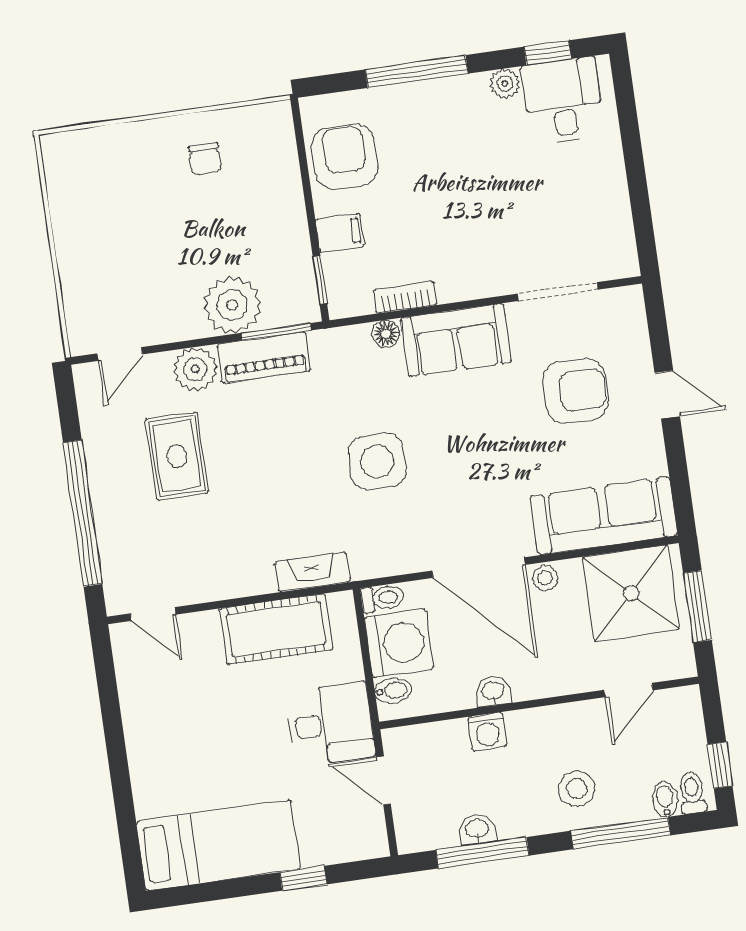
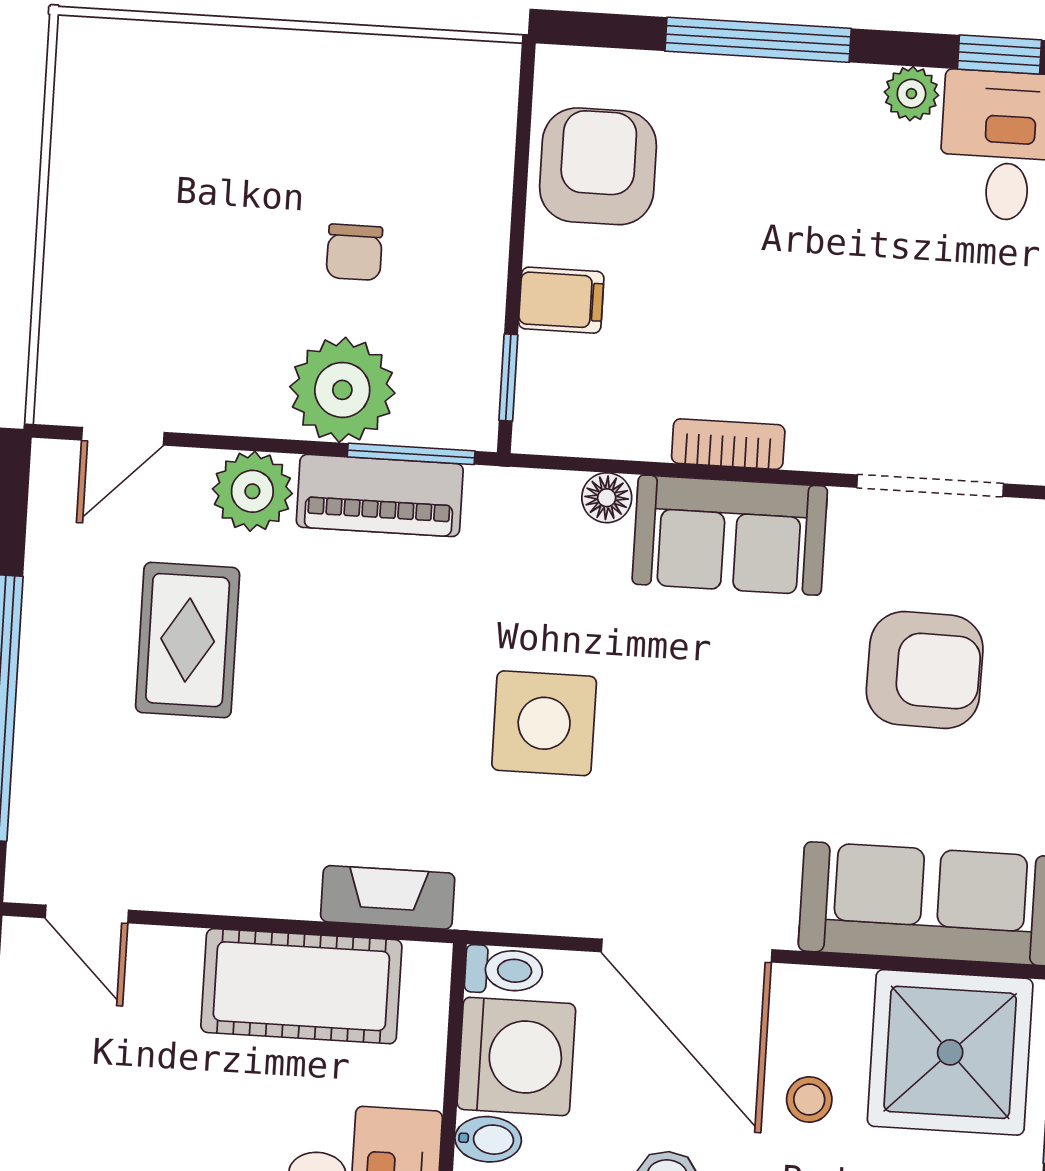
chair: (205, 159) -> (354, 252), moved
bookcase: (405, 297) -> (728, 444), moved
stool: (545, 578) -> (809, 1099), moved

